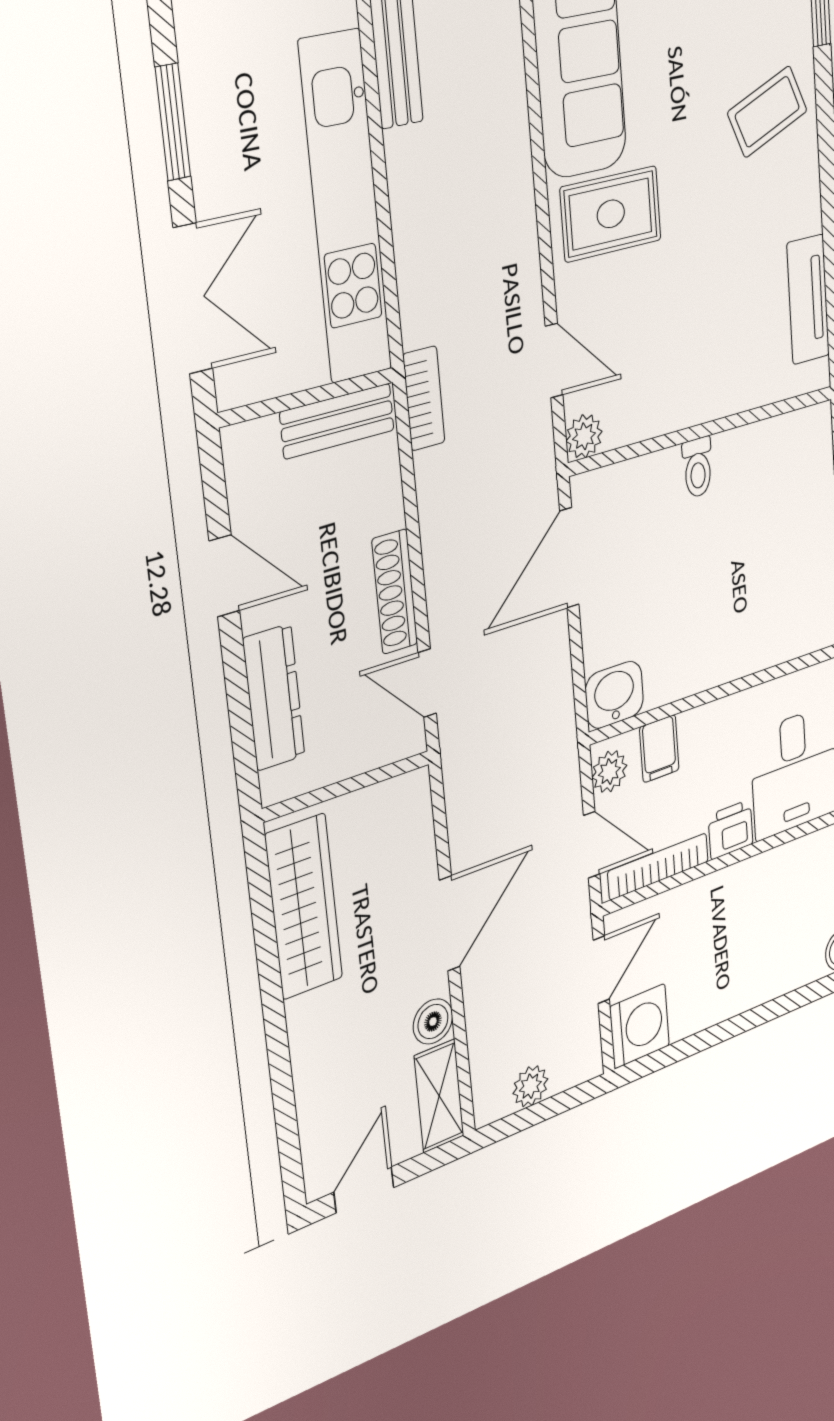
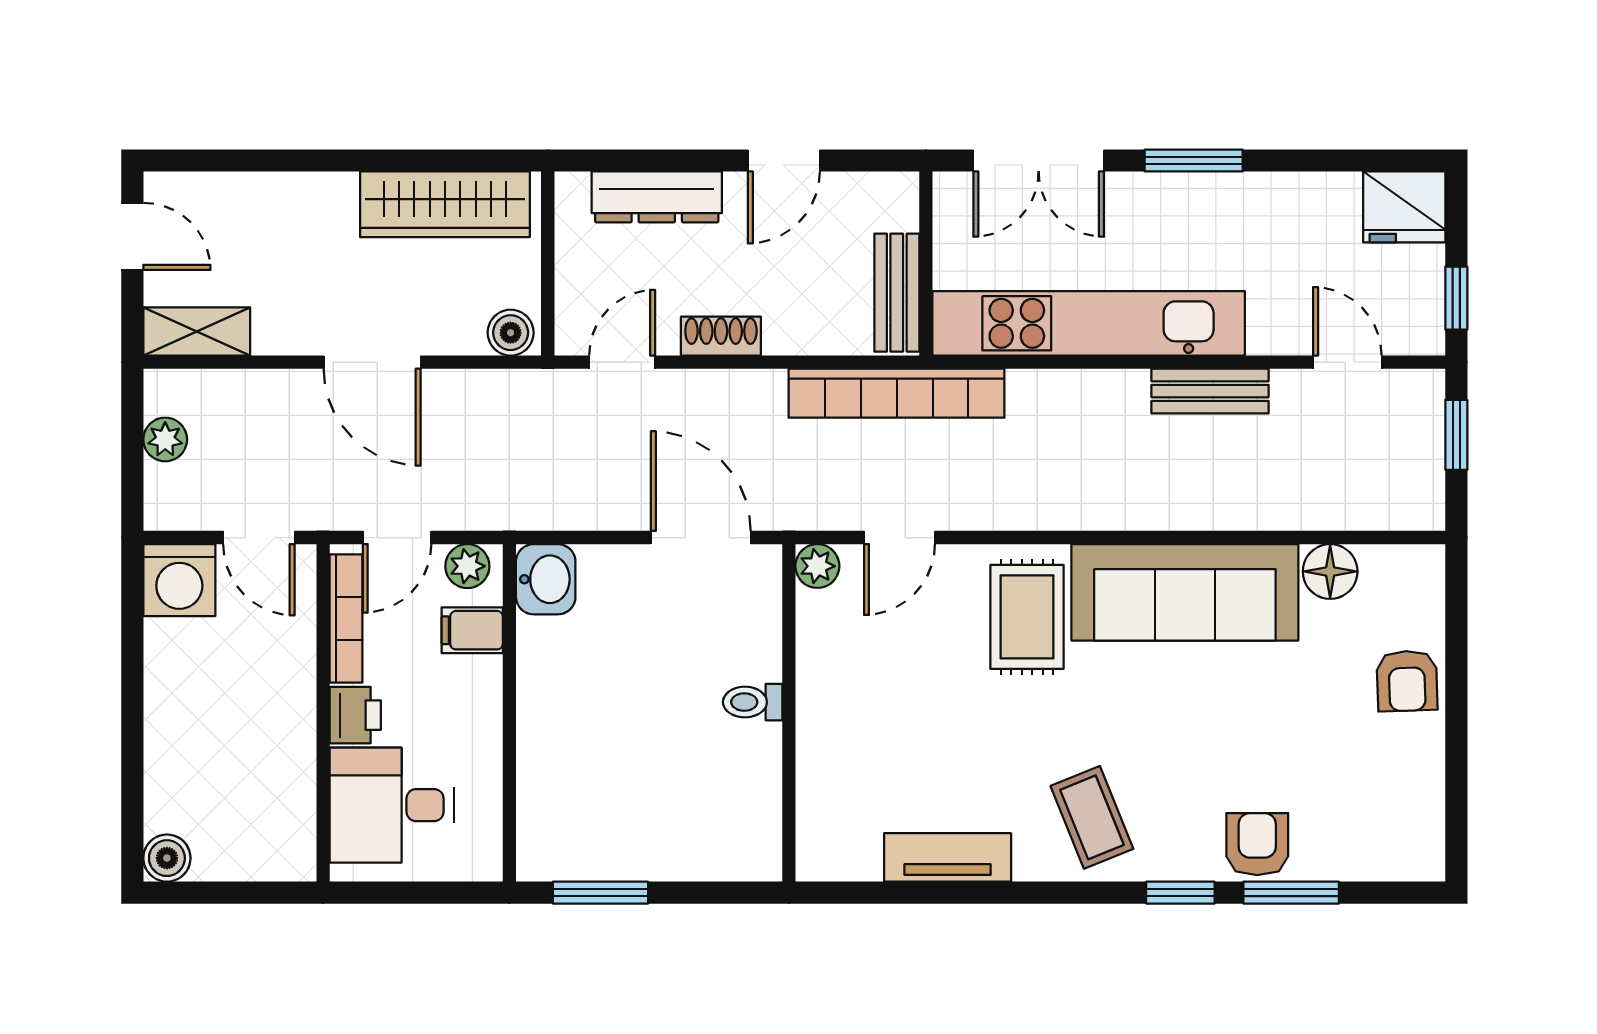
tv unit: (808, 299) -> (948, 857), moved
bookcase: (424, 398) -> (897, 393), width x2.31, depth x1.31
shoe rack: (395, 592) -> (721, 336), width x0.70
boiler: (433, 1021) -> (511, 333), moved

